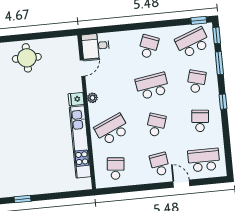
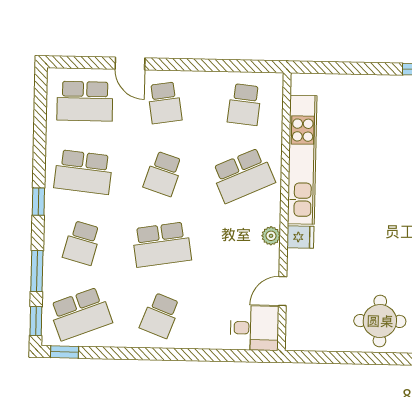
school desk: (200, 121) -> (83, 172), width x1.85

